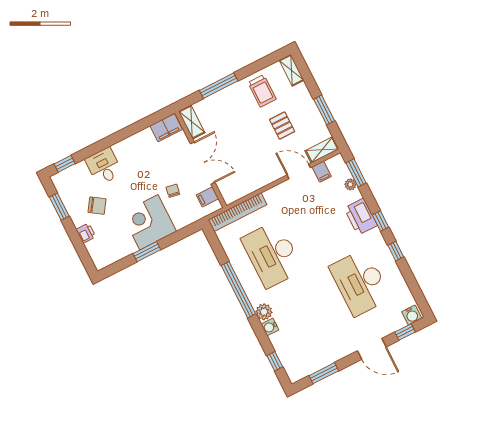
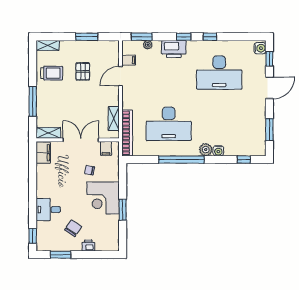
pallet: (282, 126) -> (83, 71), turned 90
shelving: (322, 150) -> (114, 119), moved

